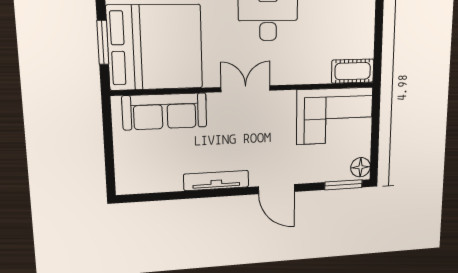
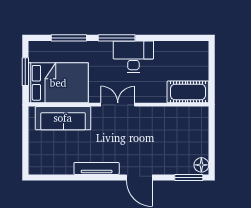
bed: (155, 47) -> (58, 83), width x0.73
cot: (353, 71) -> (188, 92), width x1.37, depth x1.34
corner sofa: (335, 116) -> (181, 126), removed

